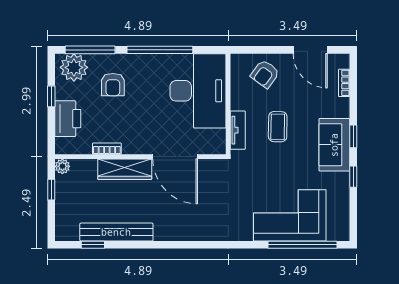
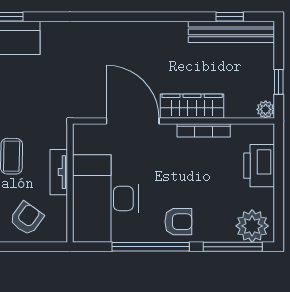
armchair: (113, 85) -> (178, 222), moved, turned 90
window: (51, 96) -> (279, 192), removed
tv unit: (238, 130) -> (59, 172), moved
bookcase: (107, 149) -> (204, 130), width x1.56
bench: (116, 232) -> (231, 32), moved

